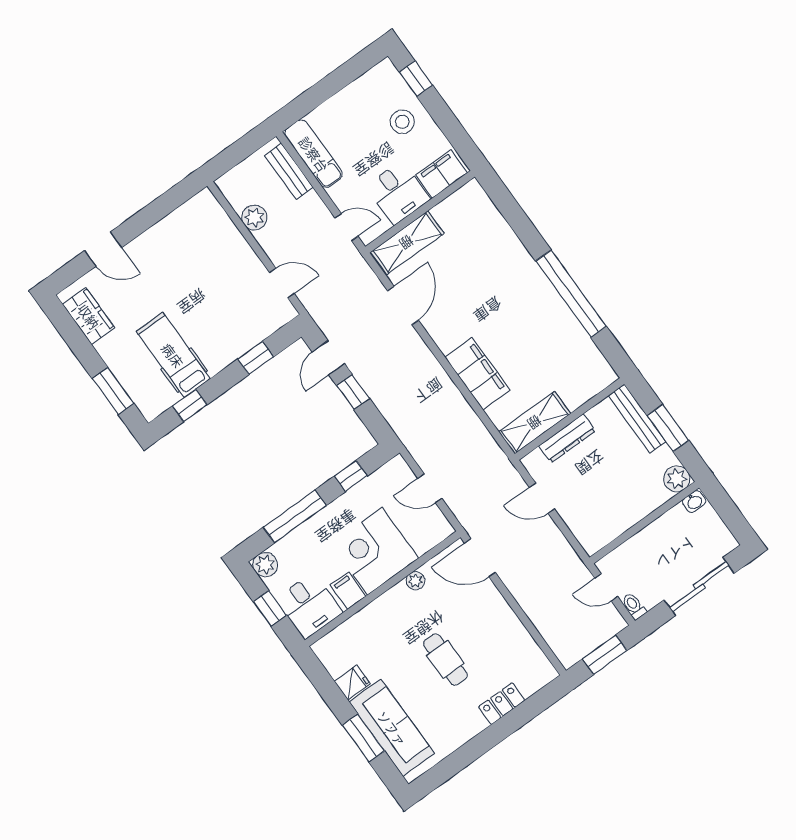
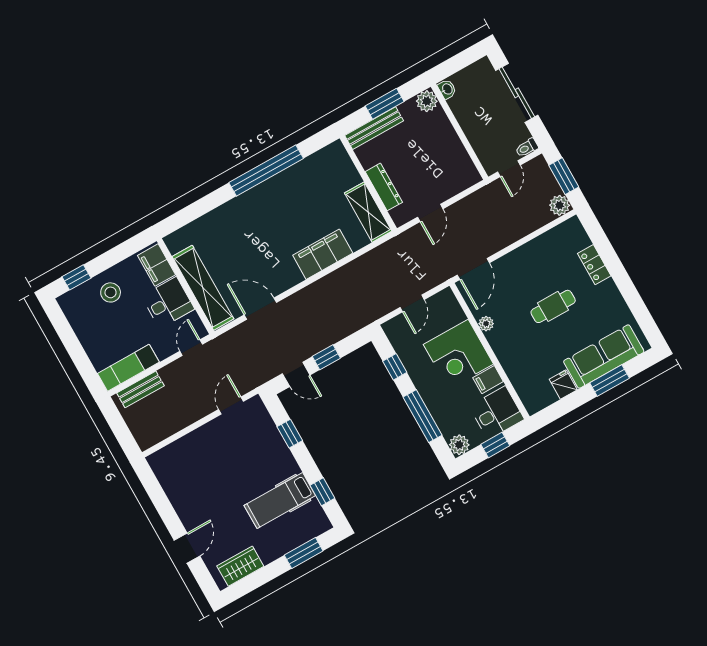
plant: (254, 217) -> (560, 205), moved
shelving: (407, 243) -> (203, 288), width x1.47

